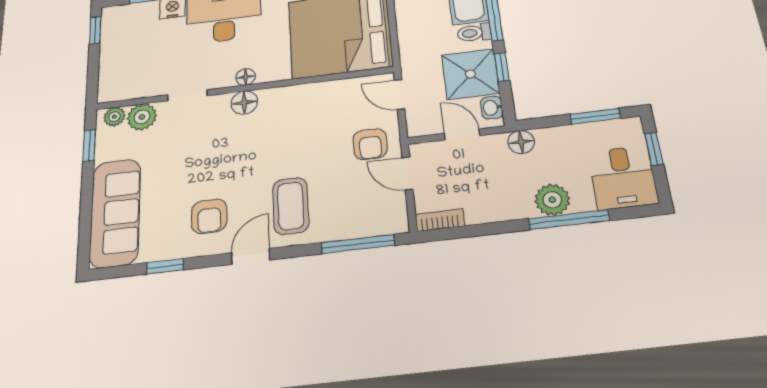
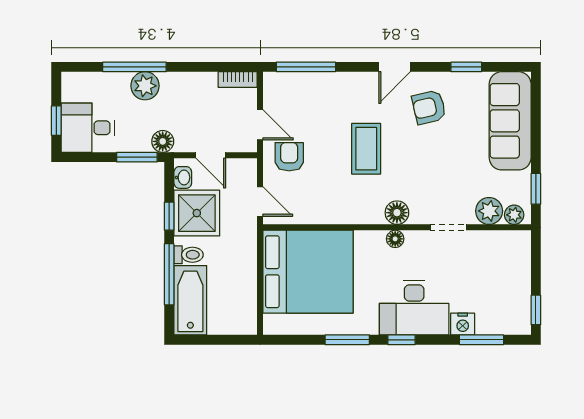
window: (595, 116) -> (137, 157), moved
desk: (623, 177) -> (88, 128), moved, turned -90
coffee table: (291, 206) -> (366, 149), moved
armchair: (209, 216) -> (429, 107), turned -103

